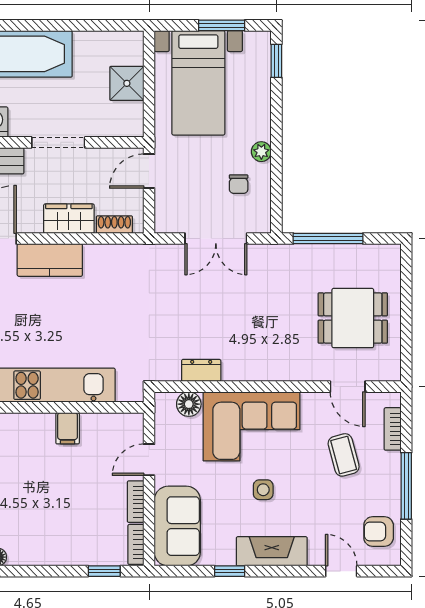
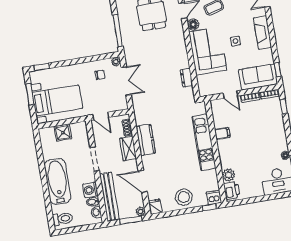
plant: (261, 152) -> (116, 62), moved
kitchen counter: (50, 260) -> (146, 140), moved
floor lamp: (189, 404) -> (193, 24), moved
window: (230, 571) -> (278, 70), moved

